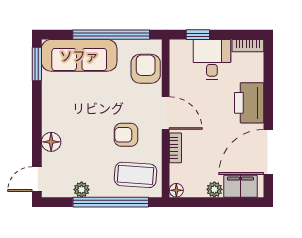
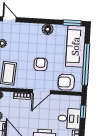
armchair: (146, 69) -> (66, 82), turned 180
armchair: (126, 135) -> (41, 64), moved
floor lamp: (51, 142) -> (48, 29), moved

